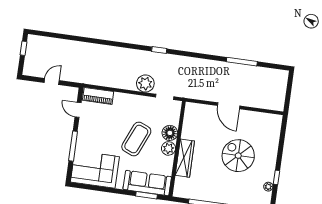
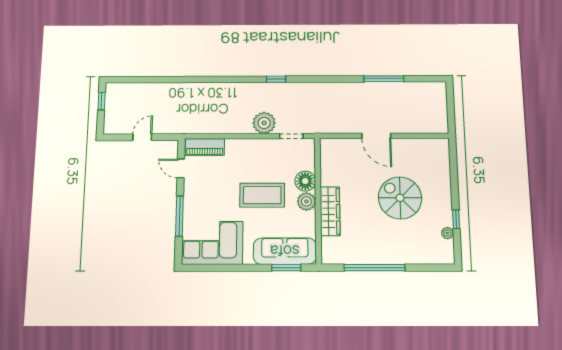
coffee table: (136, 139) -> (262, 195), turned 67

